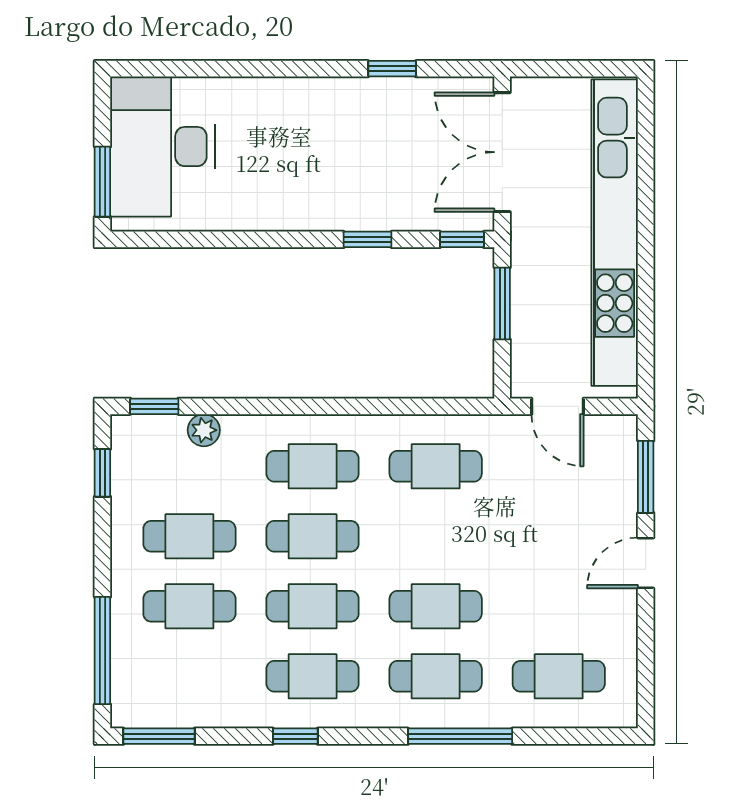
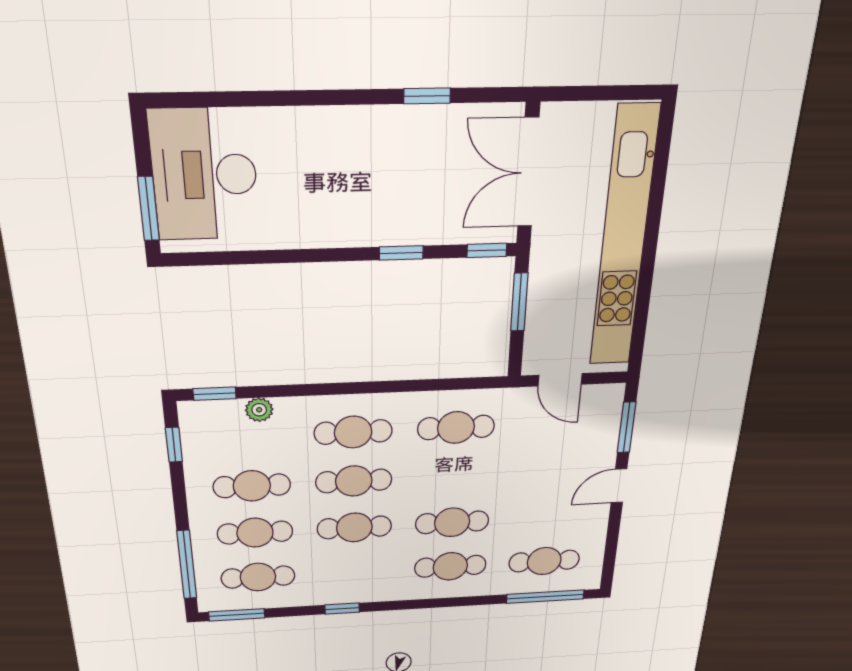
cafe table: (313, 676) -> (258, 577), moved
window: (460, 736) -> (545, 597), moved

